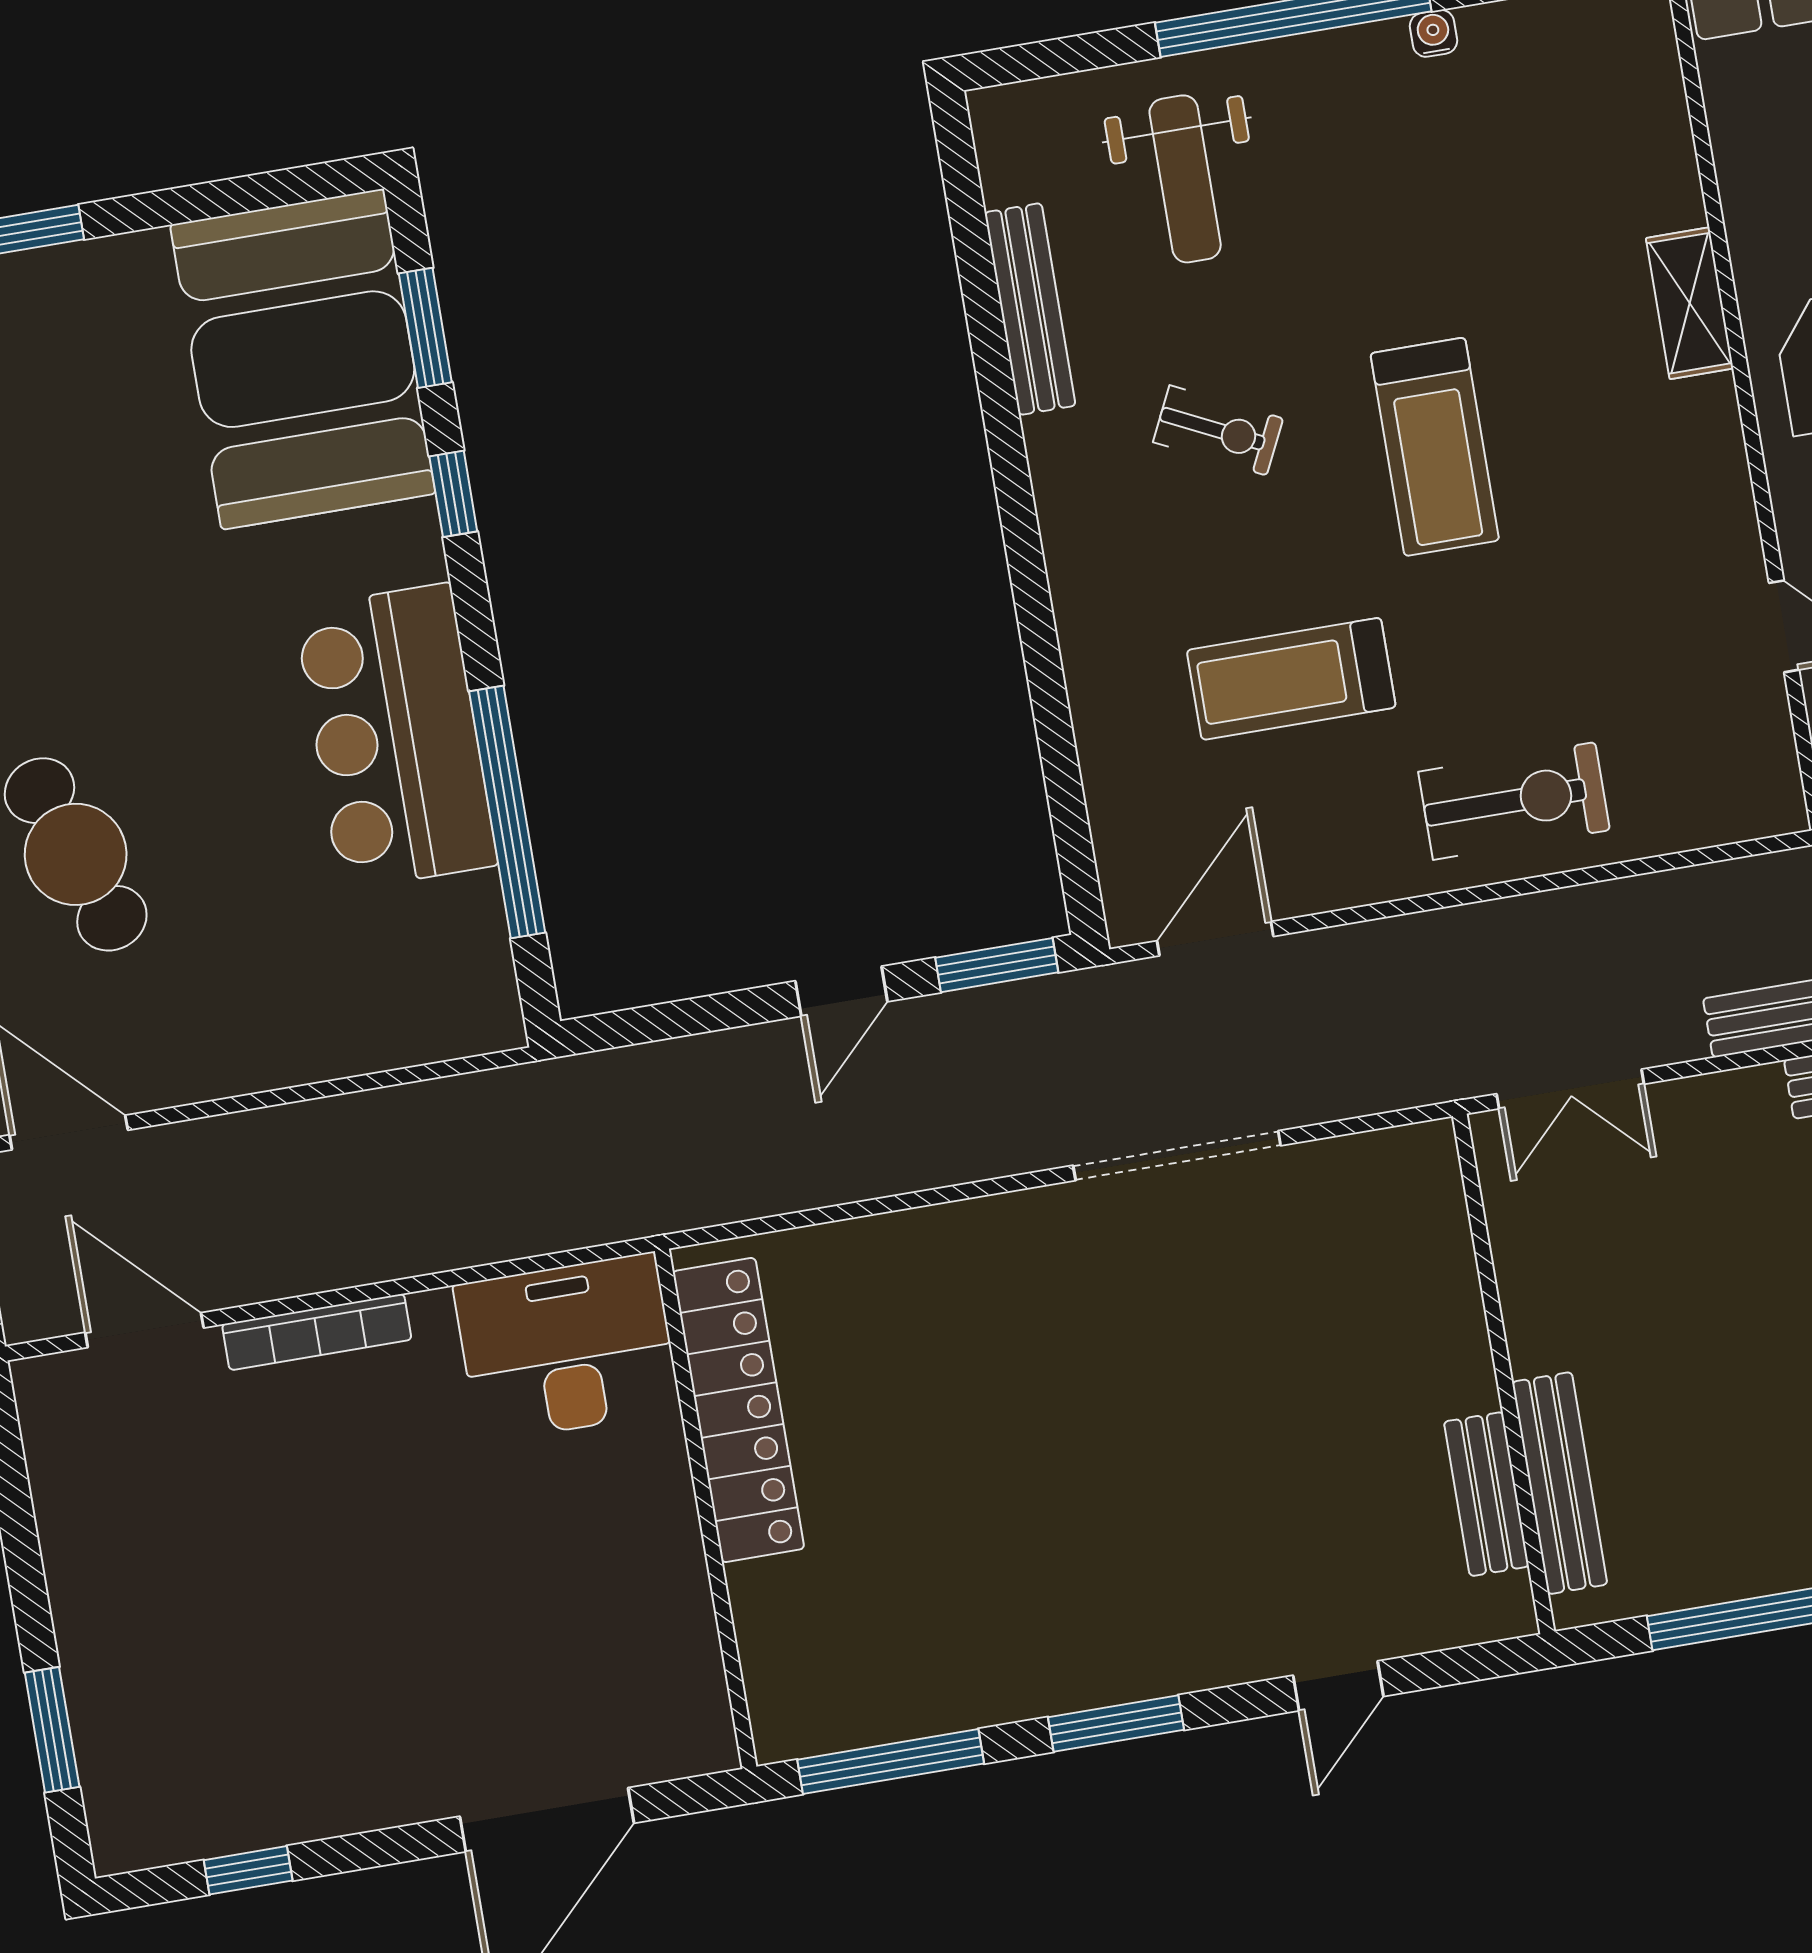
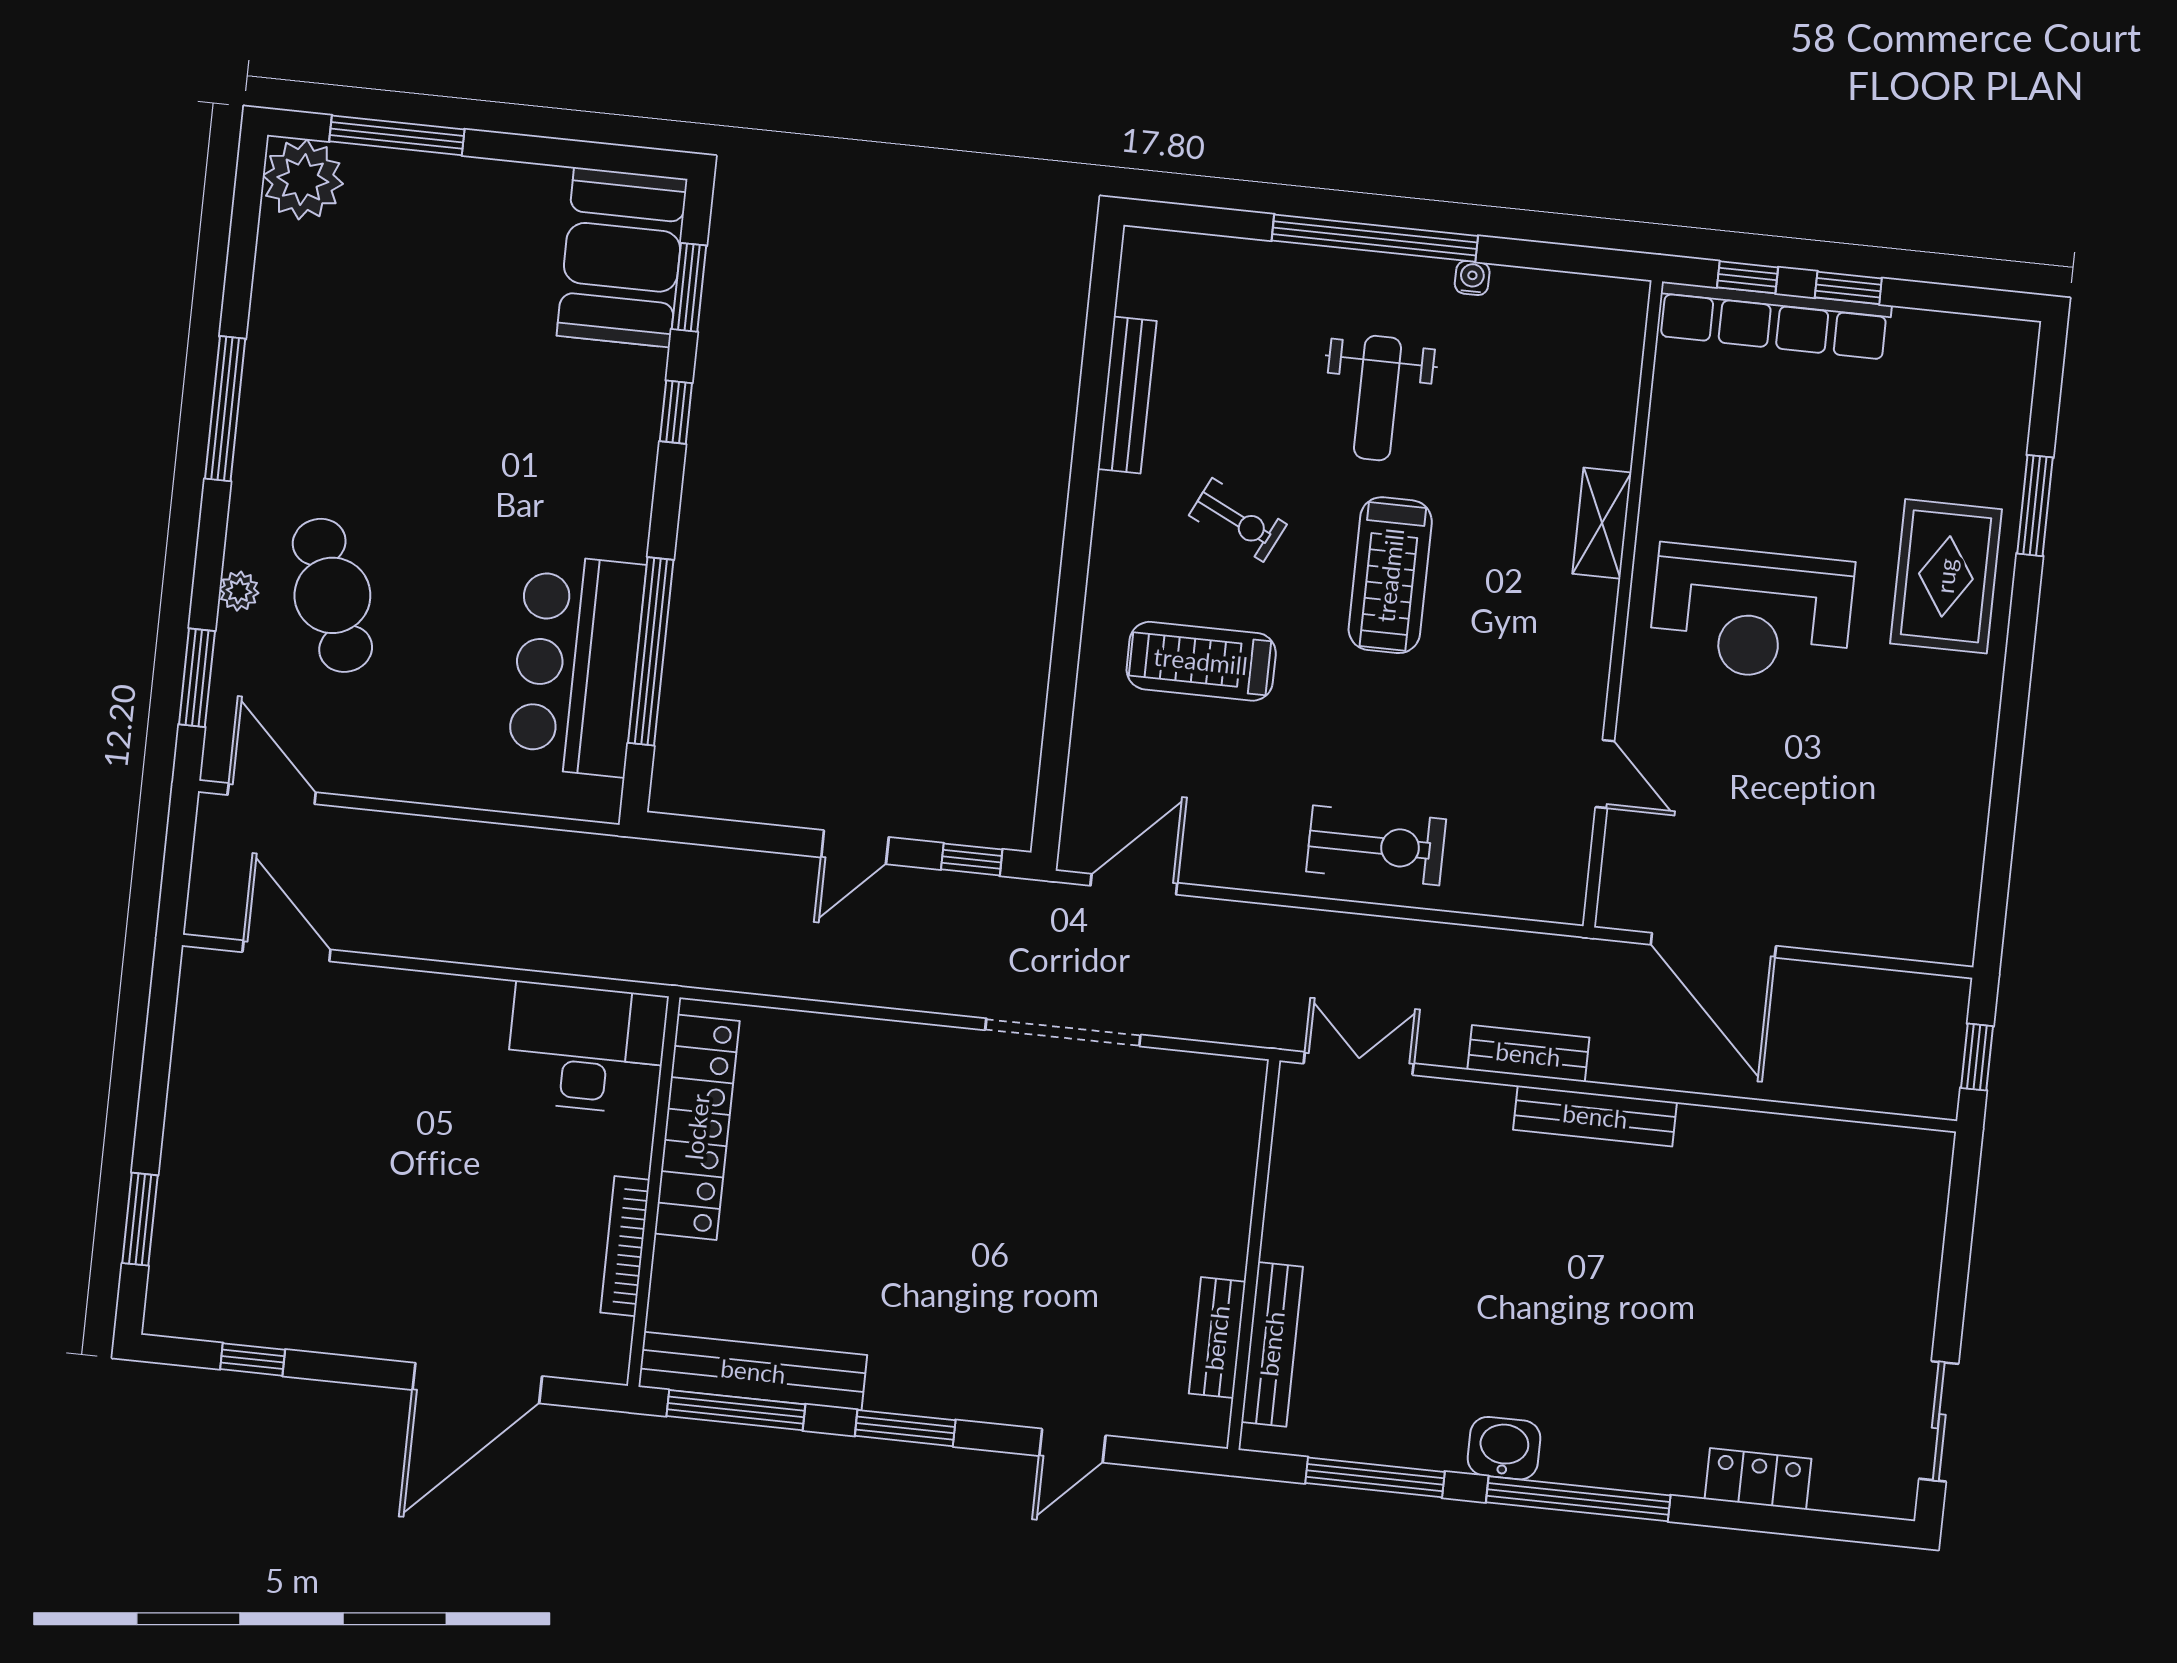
weight bench: (1185, 179) -> (1378, 398), moved
booth: (303, 359) -> (622, 257), width x0.73, depth x0.70
treadmill: (1291, 679) -> (1201, 661), moved
bar counter: (396, 737) -> (576, 665), moved
window: (997, 965) -> (972, 859), width x0.67
double door: (1570, 1089) -> (1359, 1063), swing flipped
bookcase: (317, 1332) -> (625, 1246), moved, turned 90
bench: (898, 1705) -> (753, 1371), added

